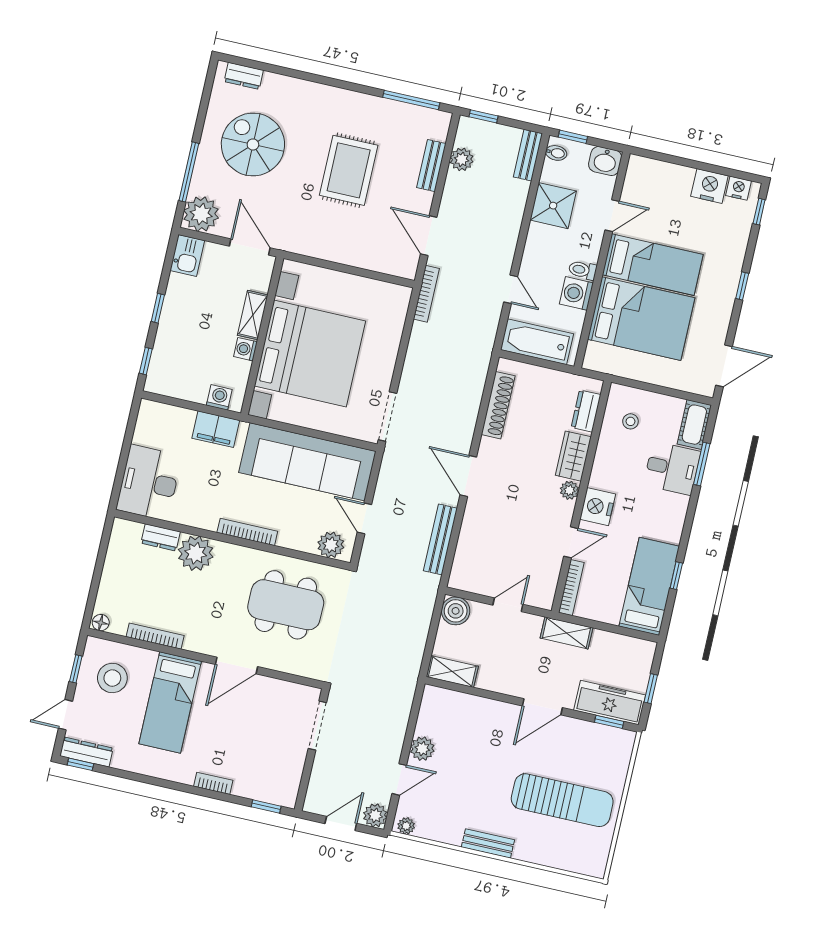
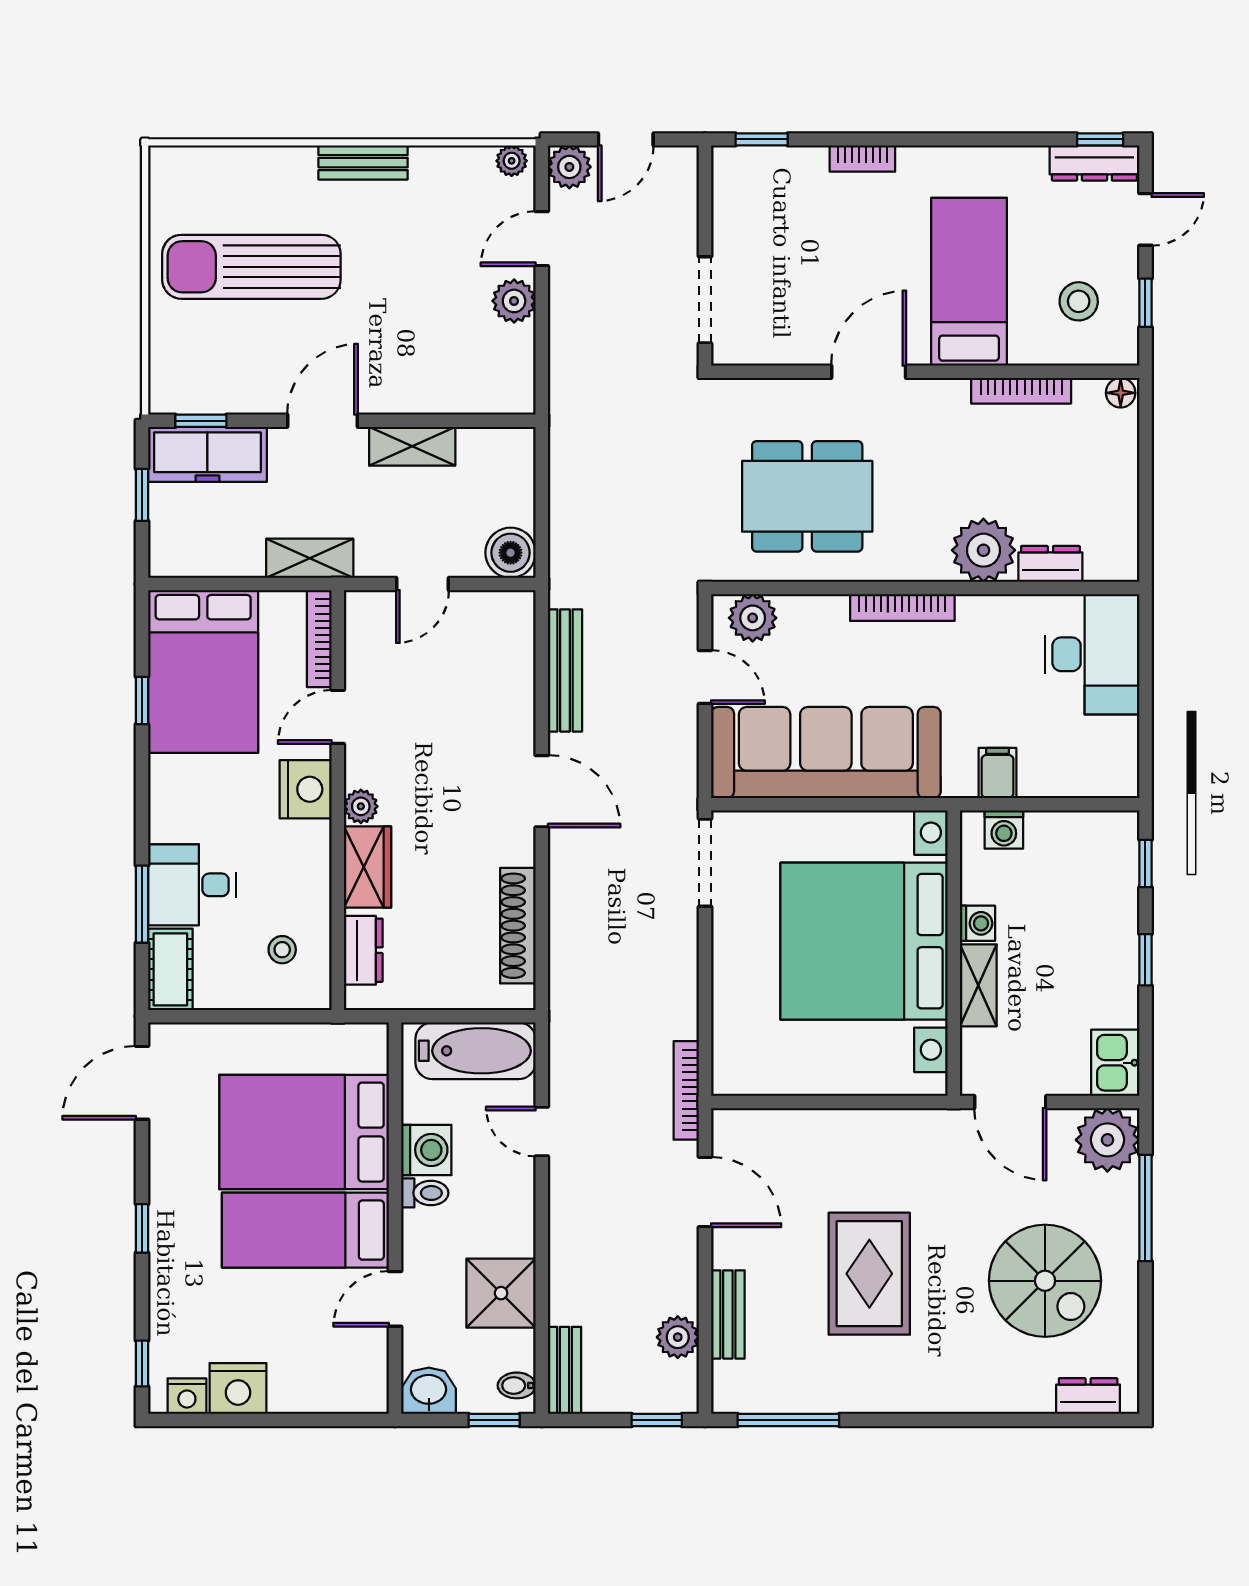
filing cabinet: (216, 429) -> (997, 773), width x0.50
bed: (649, 586) -> (203, 671), width x1.50
shelving: (452, 672) -> (412, 446), moved
stool: (112, 678) -> (1079, 301), width x0.73, depth x0.73

